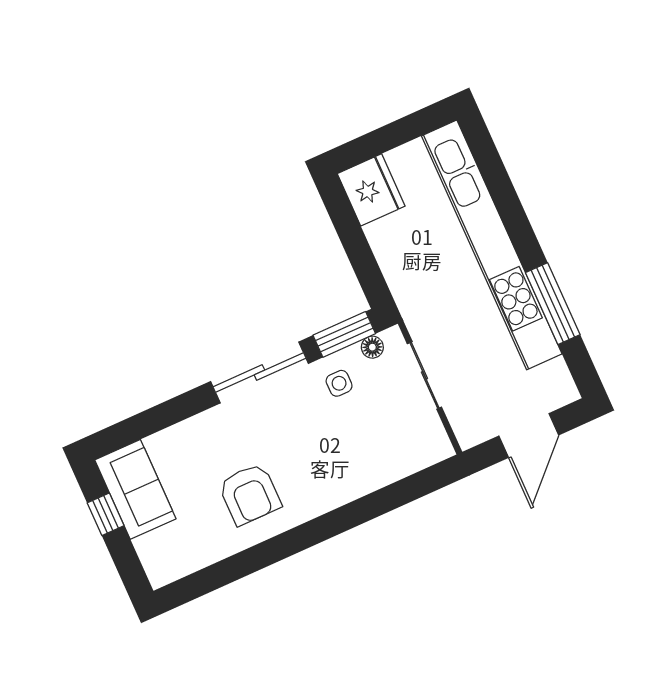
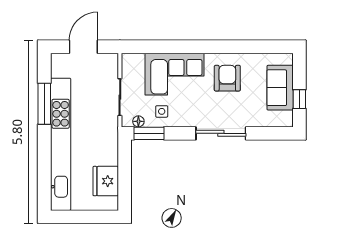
fridge: (371, 190) -> (106, 181), moved
sliding door: (259, 373) -> (221, 133), moved
corner sofa: (346, 459) -> (175, 74), added
sofa: (135, 489) -> (280, 88), moved

